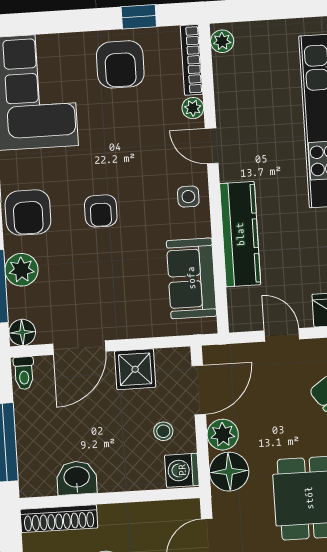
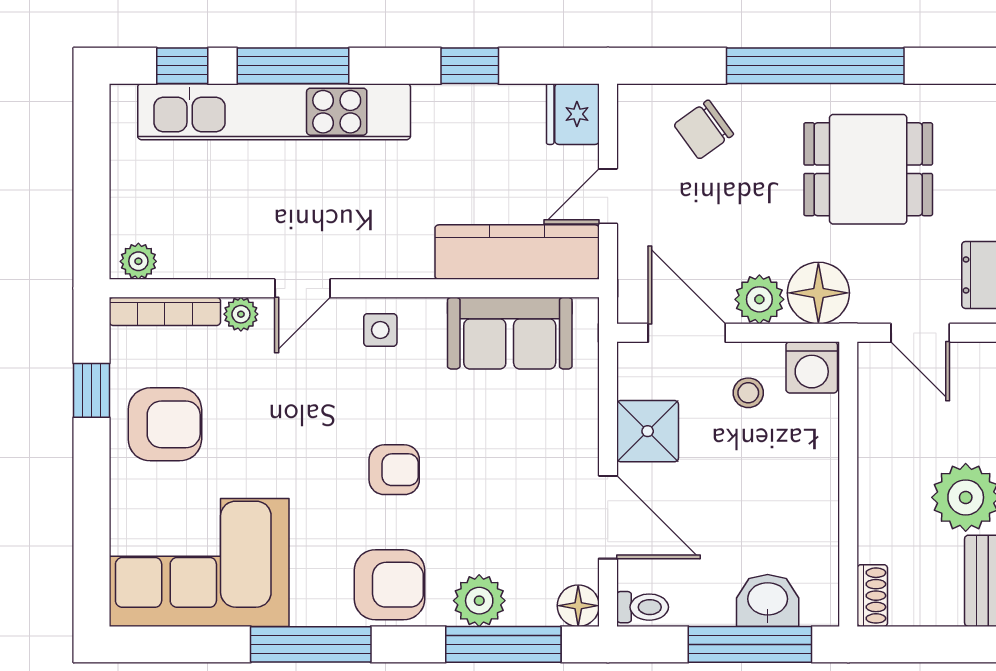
kitchen counter: (240, 234) -> (517, 252), moved
washbasin: (77, 478) -> (768, 600), moved, turned 90
shoe rack: (59, 519) -> (872, 596), width x0.51, depth x0.81

